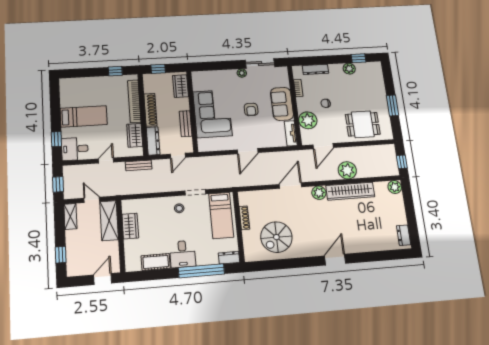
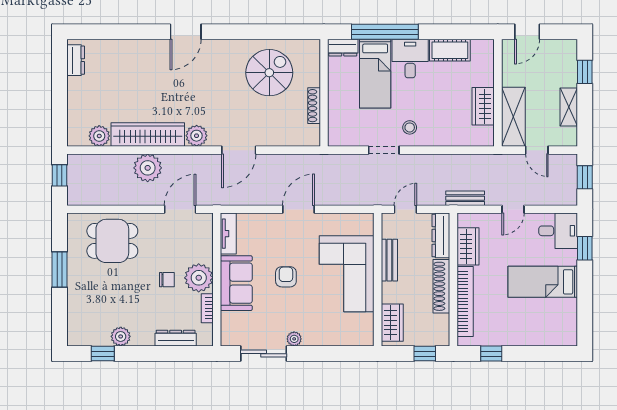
plant: (308, 120) -> (199, 278), moved
plant: (395, 187) -> (99, 136), moved
bed: (221, 215) -> (375, 74), moved, turned 180
shelving: (70, 216) -> (569, 107), moved

